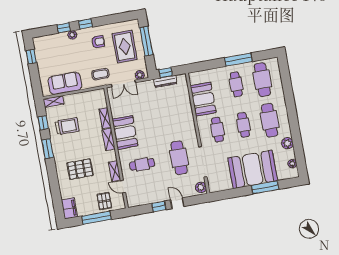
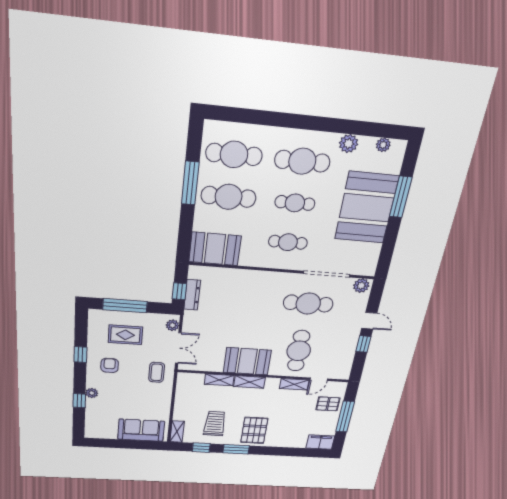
window: (85, 24) -> (80, 355), moved
rug: (125, 47) -> (125, 335), width x0.73, depth x0.70
window: (31, 57) -> (110, 443), removed
sofa: (65, 83) -> (141, 430), moved, turned 90
cafe table: (236, 84) -> (229, 197), width x1.37, depth x1.35
booth: (203, 99) -> (215, 249), moved
cafe table: (142, 164) -> (299, 351), width x1.37, depth x1.35
pallet: (80, 169) -> (254, 430), moved
door: (177, 203) -> (369, 321), swing flipped

